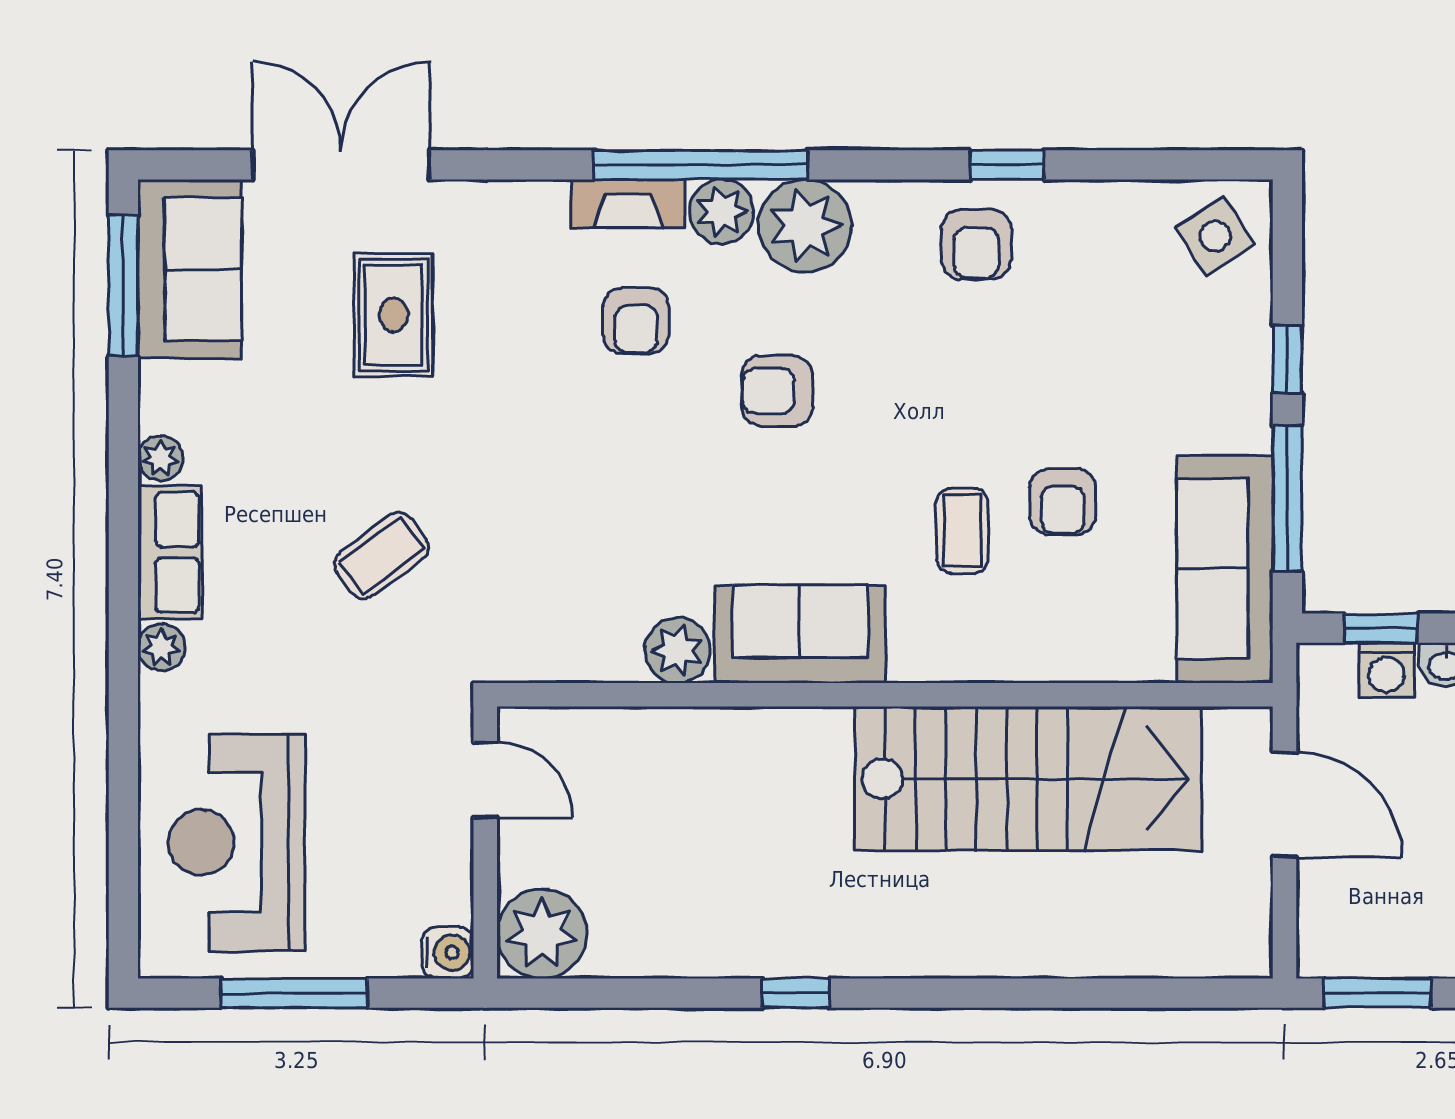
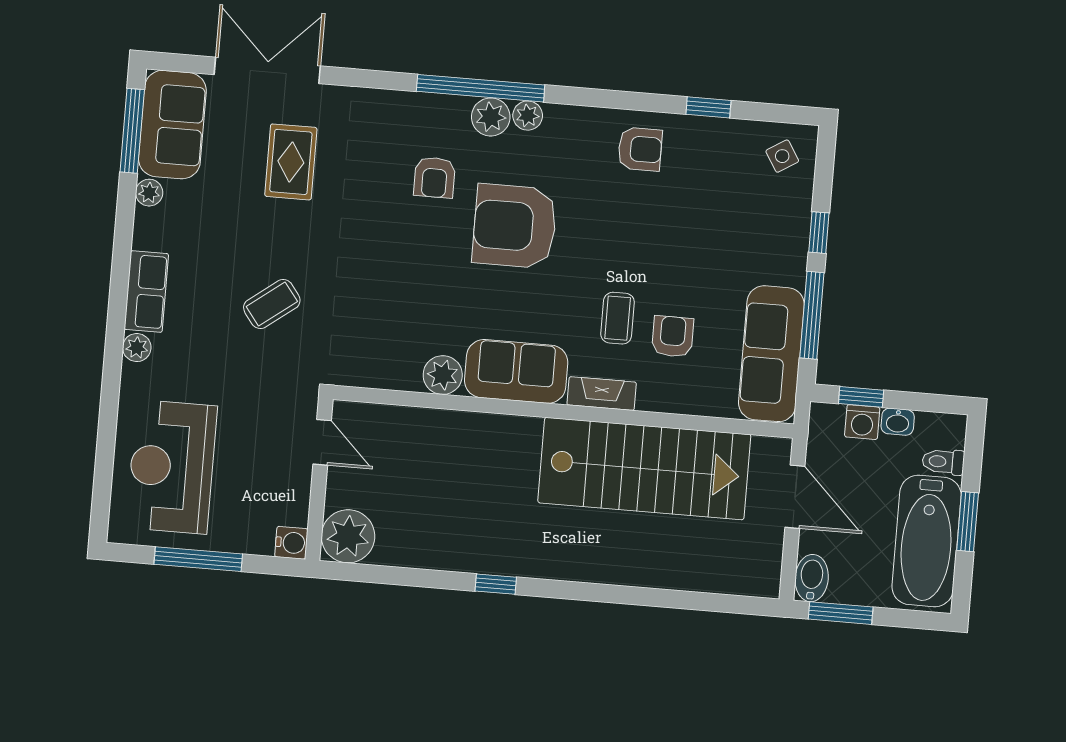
window: (1007, 165) -> (708, 107), moved
fireplace: (628, 203) -> (602, 394), moved, turned 180
plant: (805, 226) -> (528, 116), width x0.53, depth x0.53
side table: (1215, 236) -> (782, 156), width x0.73, depth x0.73
armchair: (976, 244) -> (640, 149), turned -90
armchair: (777, 391) -> (515, 226), width x1.88, depth x1.88
plant: (160, 458) -> (149, 193), moved
armchair: (1063, 502) -> (673, 337), moved, turned 180
bidet: (1324, 938) -> (812, 578), added

